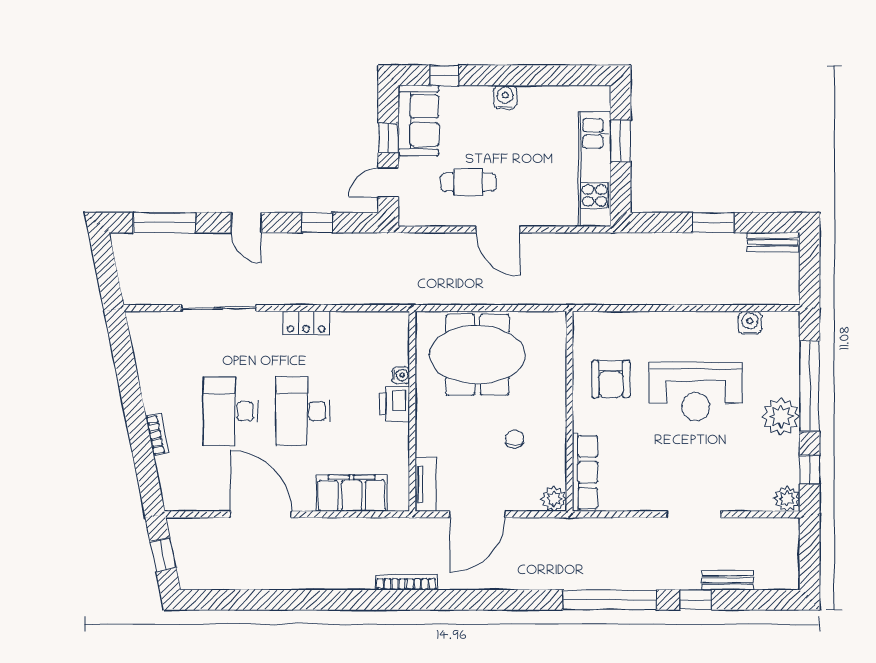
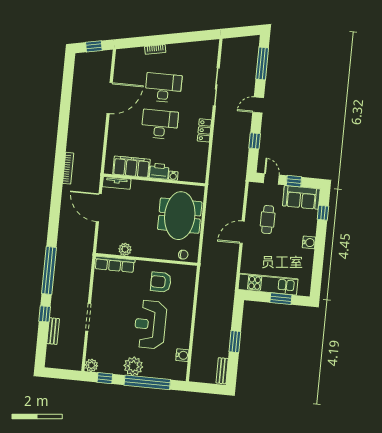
chair: (515, 439) -> (183, 255), moved
filing cabinet: (352, 493) -> (131, 167), moved, turned -90
plant: (554, 499) -> (125, 249), moved

